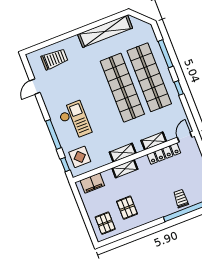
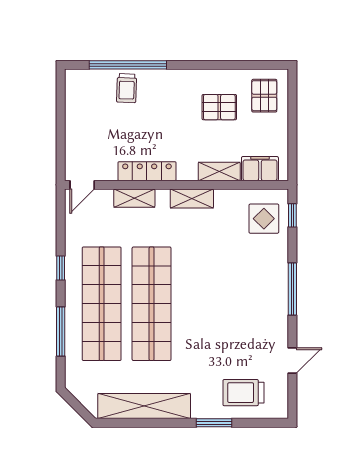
window: (64, 37) -> (214, 423), added
checkout: (75, 120) -> (249, 281), removed
window: (53, 134) -> (292, 289), moved
locker: (164, 154) -> (147, 171), moved
shelving: (125, 169) -> (219, 171), moved
pallet: (127, 208) -> (219, 107), turned 90

